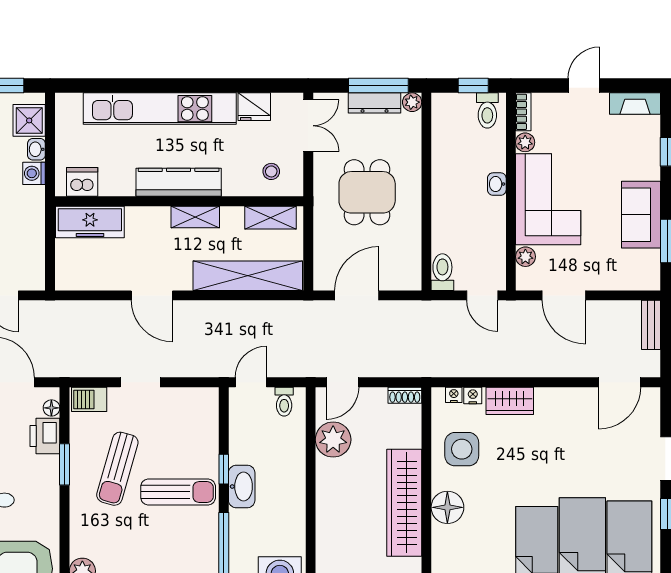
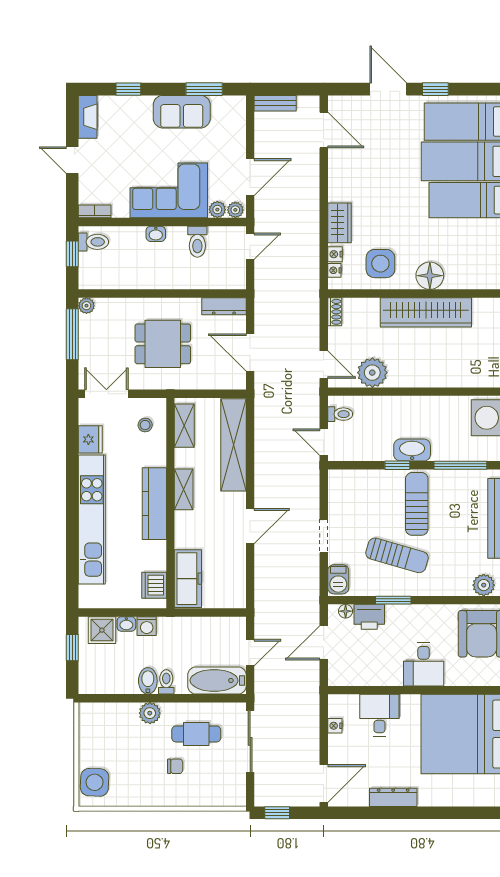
dresser: (375, 103) -> (224, 306), moved, turned 90
plant: (525, 142) -> (235, 210), moved
toilet: (442, 272) -> (197, 242), moved, turned -90

